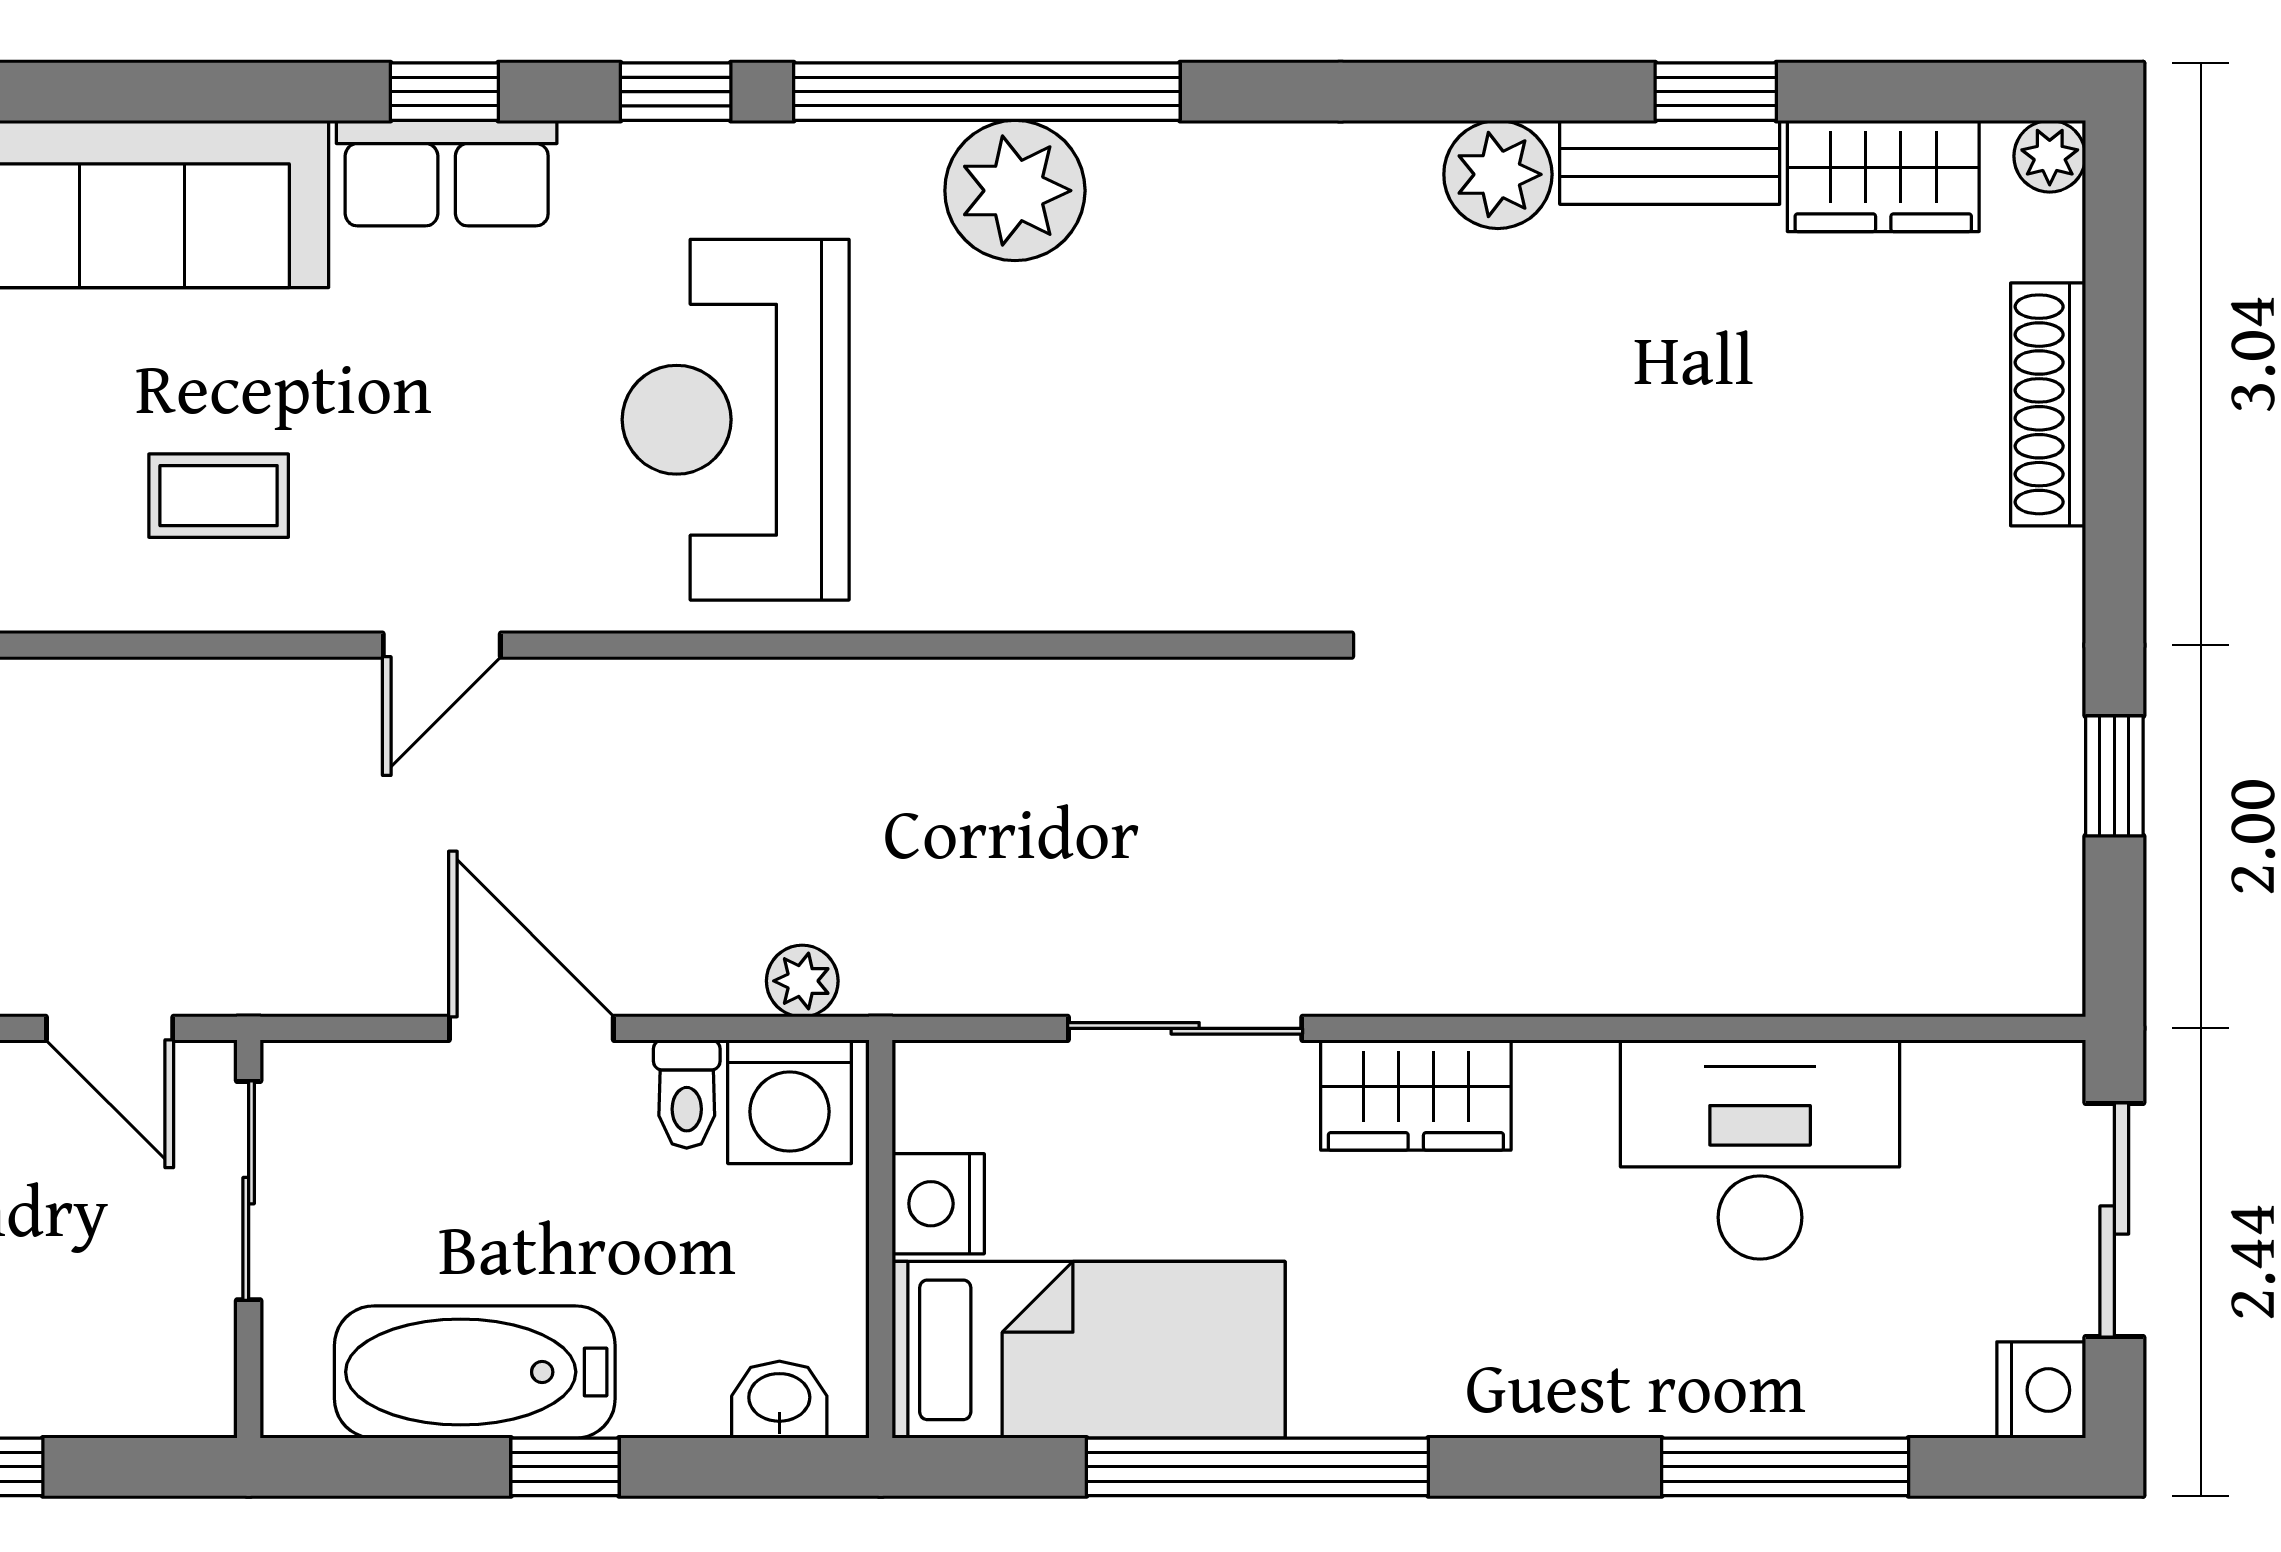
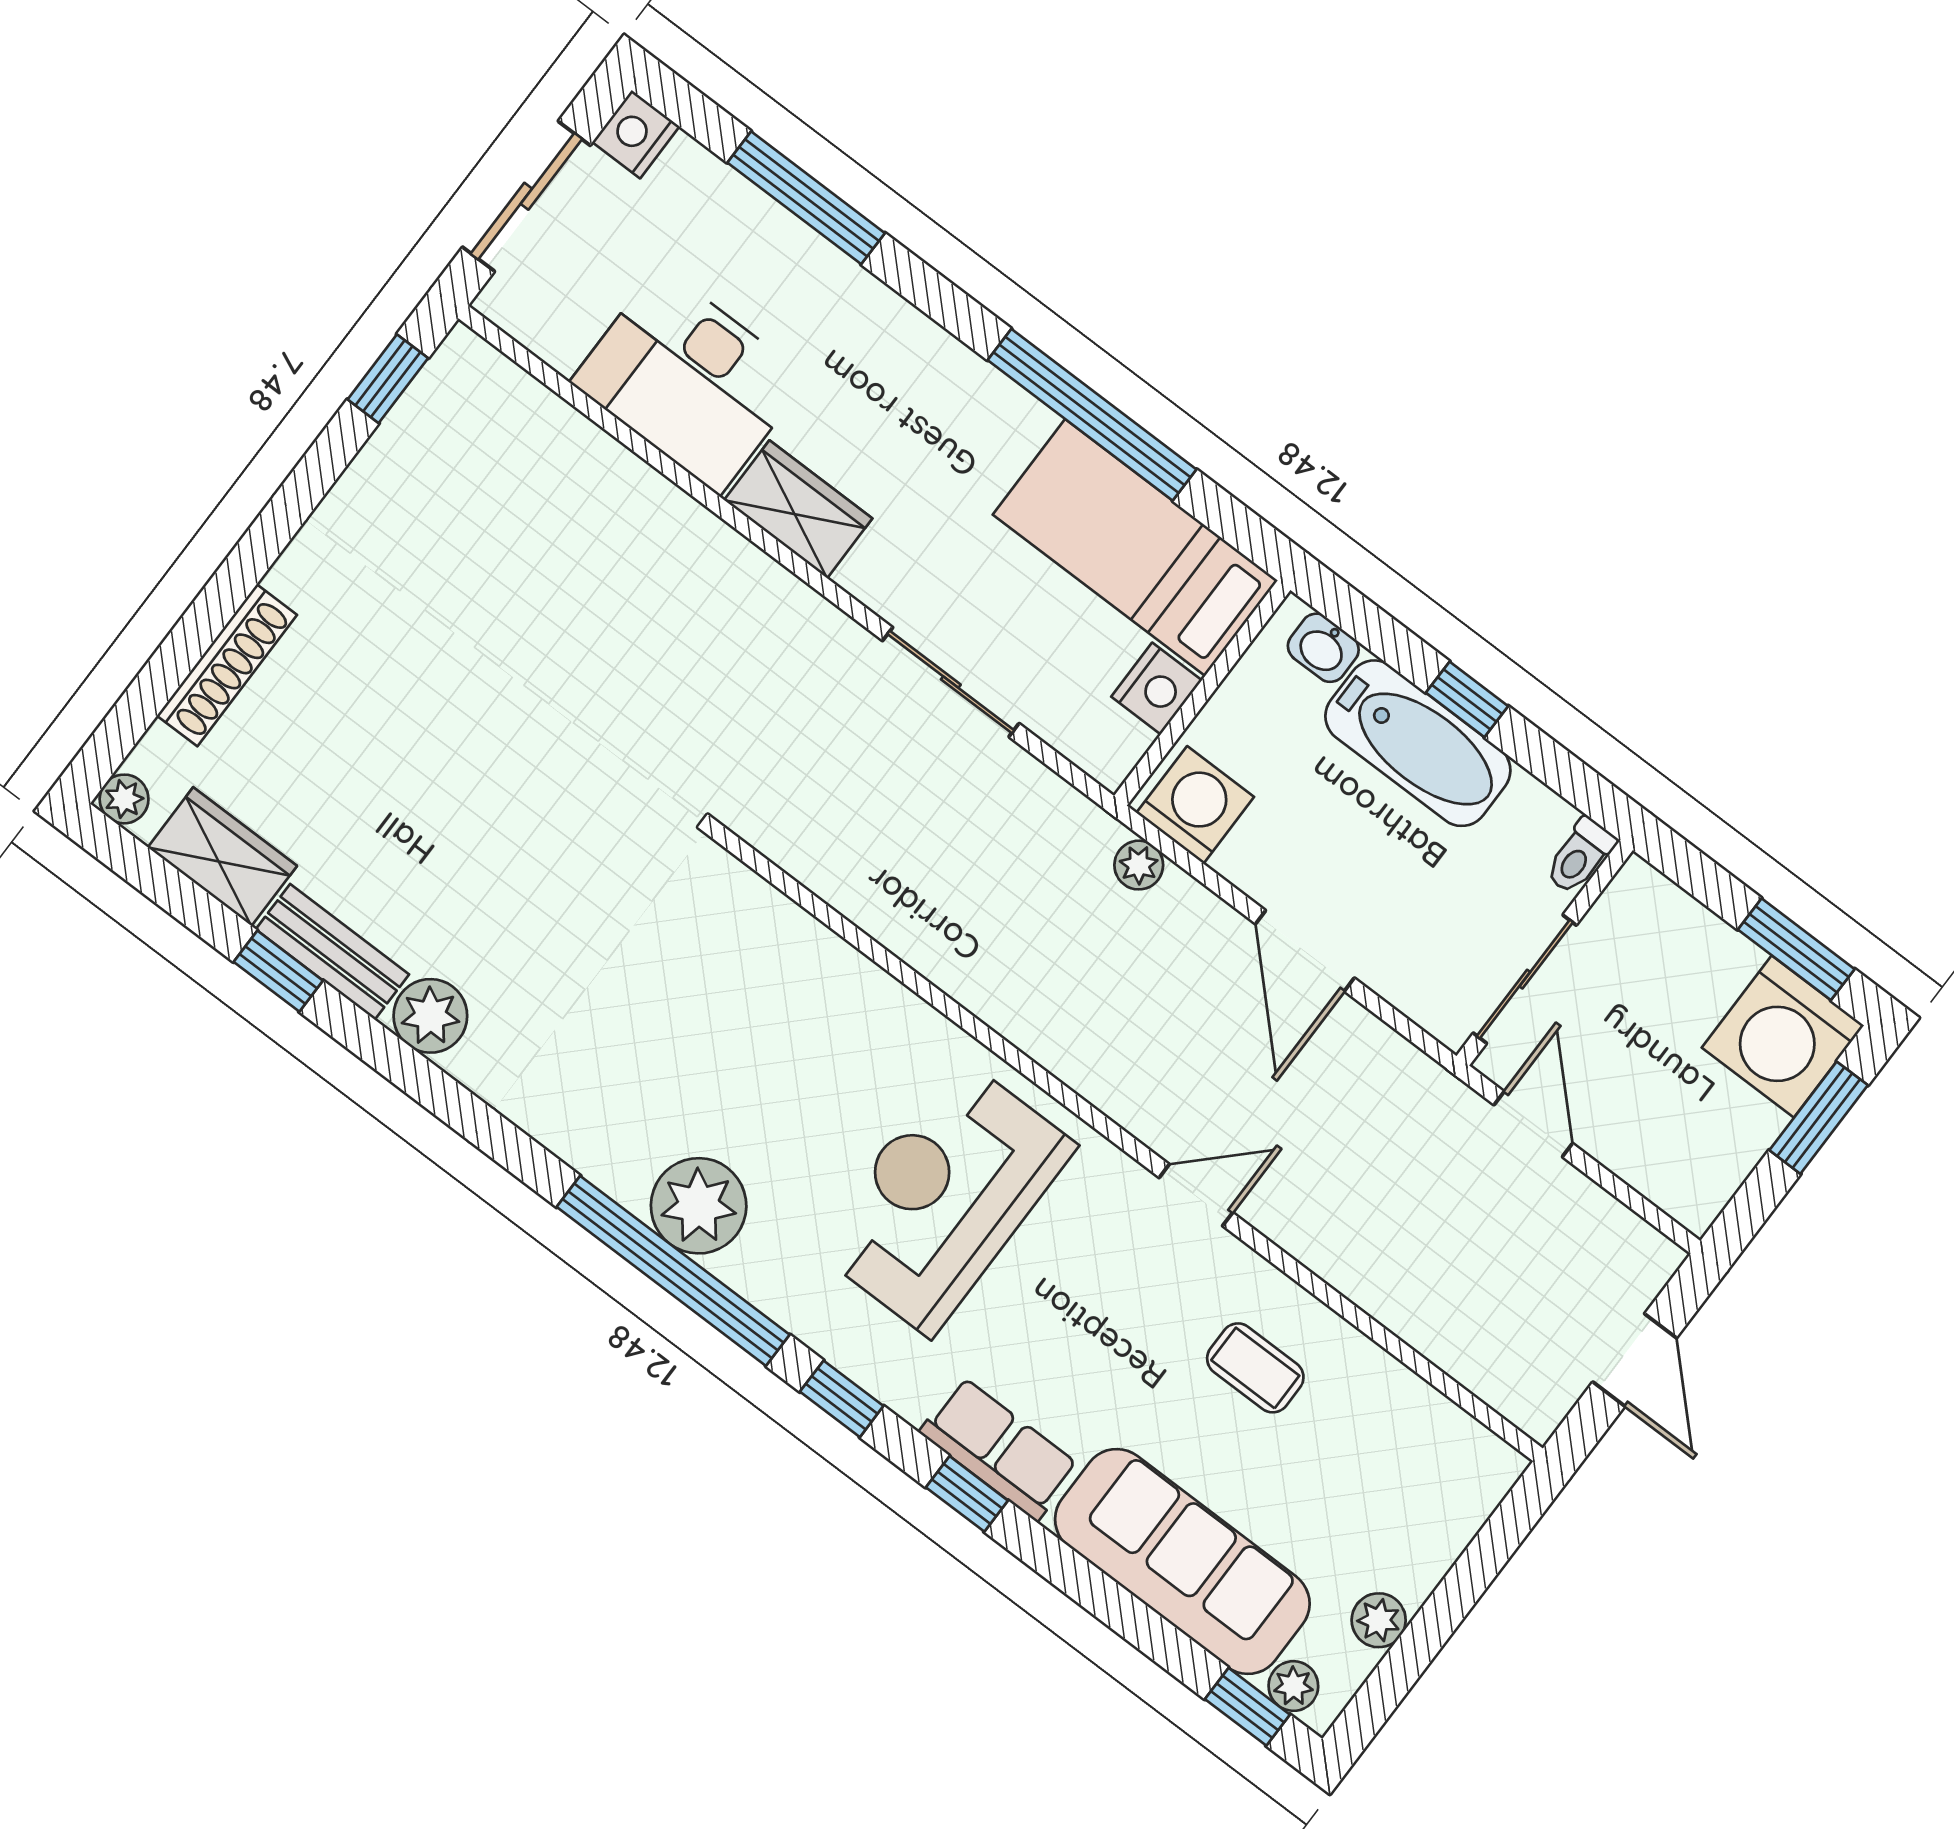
reception desk: (736, 420) -> (944, 1196), turned 180
window: (2114, 776) -> (388, 379), moved
toilet: (687, 1094) -> (1580, 856), moved, turned 180
wardrobe: (1416, 1095) -> (798, 509), moved
bathtub: (475, 1372) -> (1418, 743), moved

